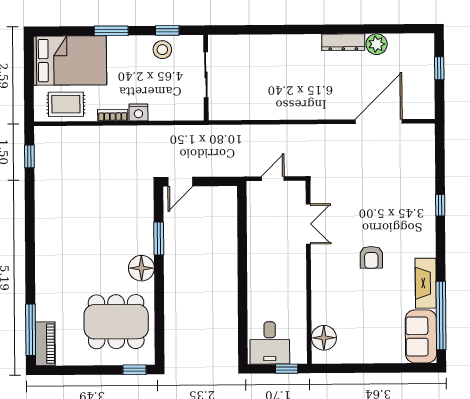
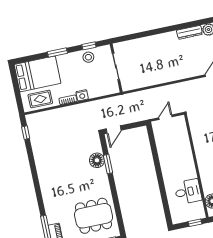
double door: (308, 224) -> (191, 139), removed
floor lamp: (141, 268) -> (97, 160), moved
desk: (270, 343) -> (188, 192), moved, turned -90

